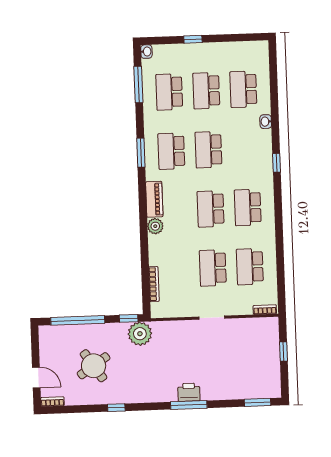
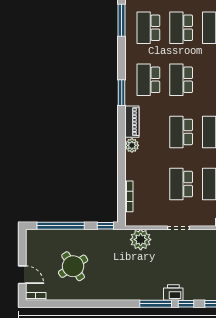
window: (141, 153) -> (122, 93), moved
plant: (140, 334) -> (141, 240), moved
printer: (189, 392) -> (173, 293), moved
window: (116, 408) -> (186, 304), moved

